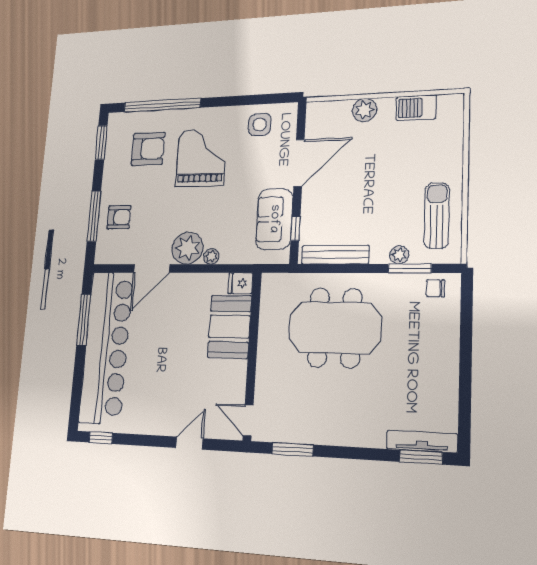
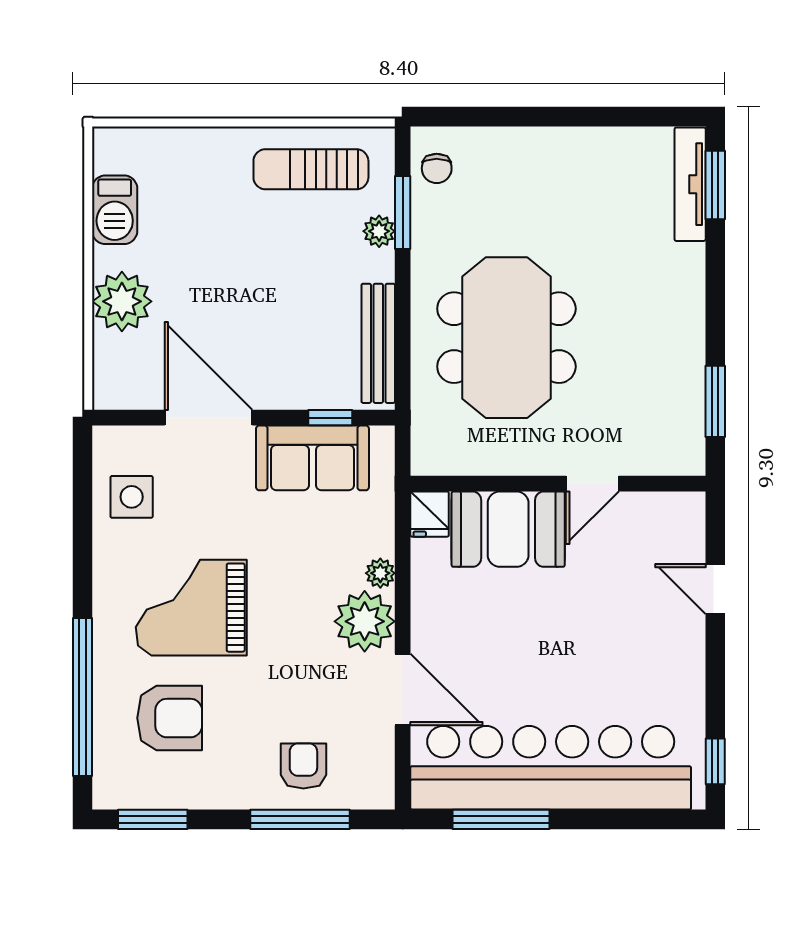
plant: (365, 110) -> (122, 301), width x1.36, depth x1.36
armchair: (148, 149) -> (170, 718), turned 90
door: (248, 420) -> (592, 484), moved

